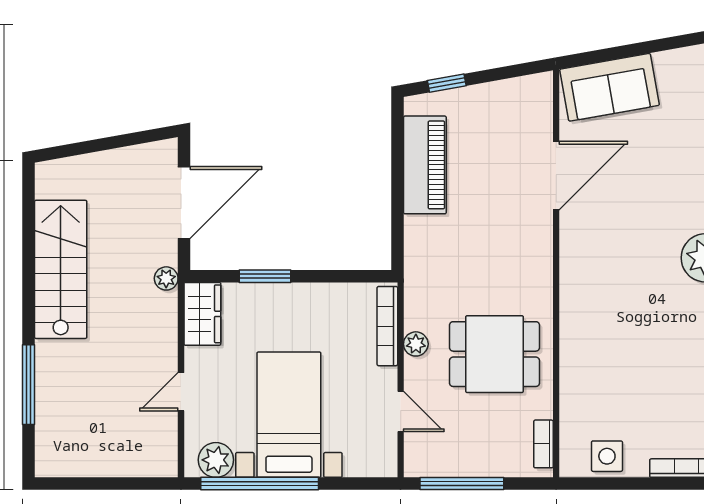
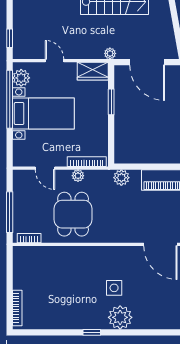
plant: (420, 255) -> (121, 178), added
door: (401, 411) -> (45, 168), hinge flipped
side table: (607, 456) -> (114, 288), moved
window: (135, 484) -> (10, 38), added
window: (462, 484) -> (10, 212), moved

